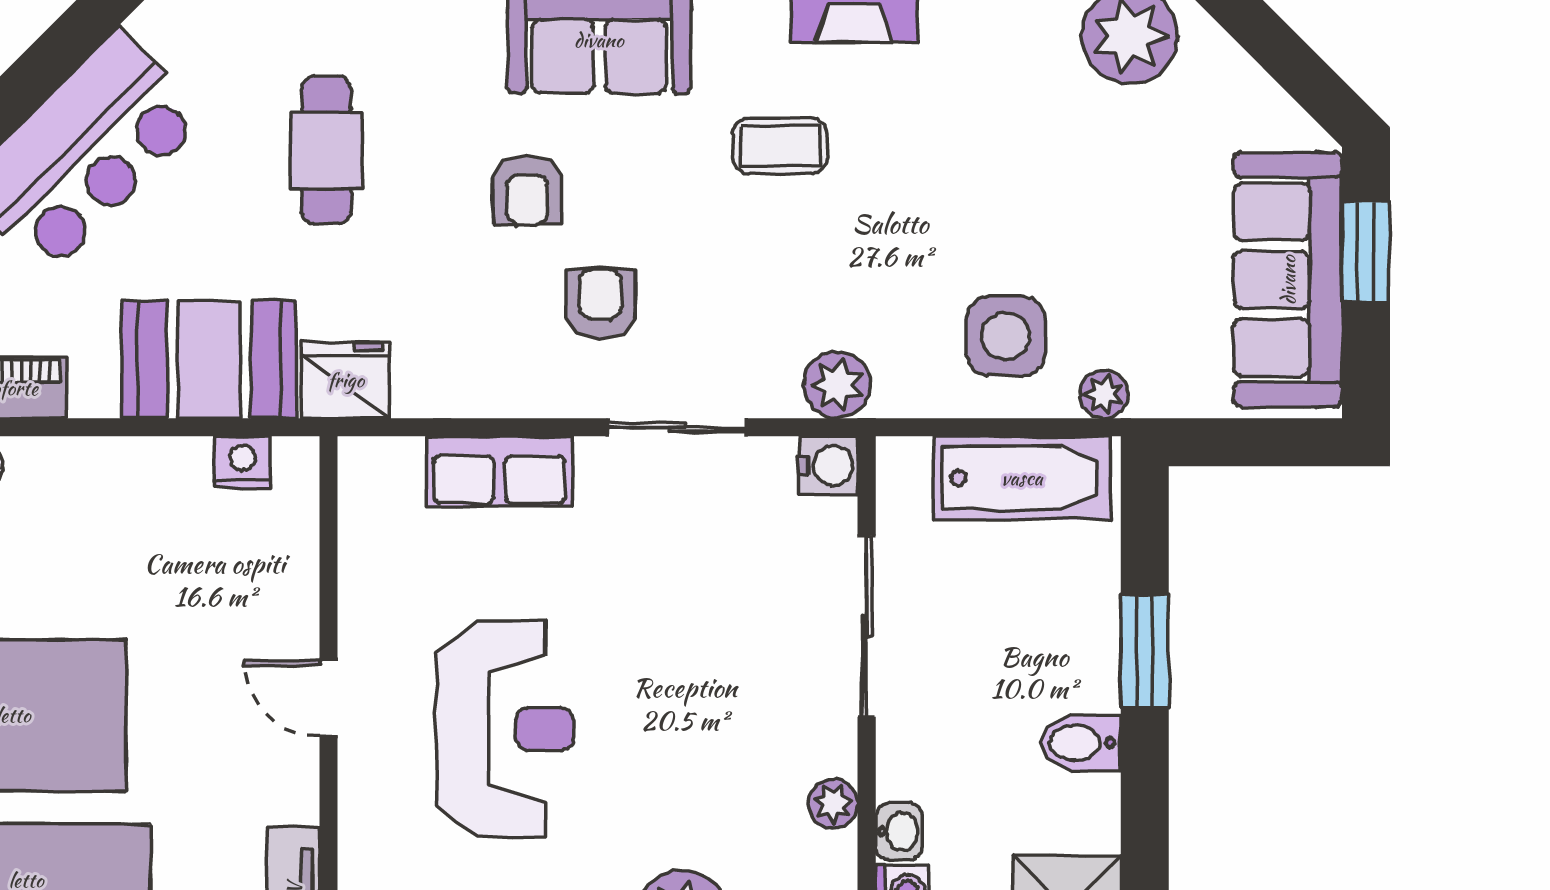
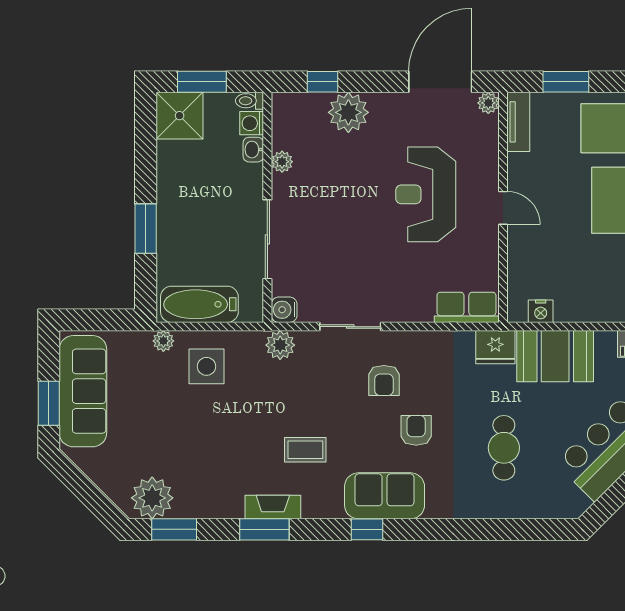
row of seats: (499, 471) -> (466, 307), moved
bidet: (1080, 743) -> (174, 188), removed

